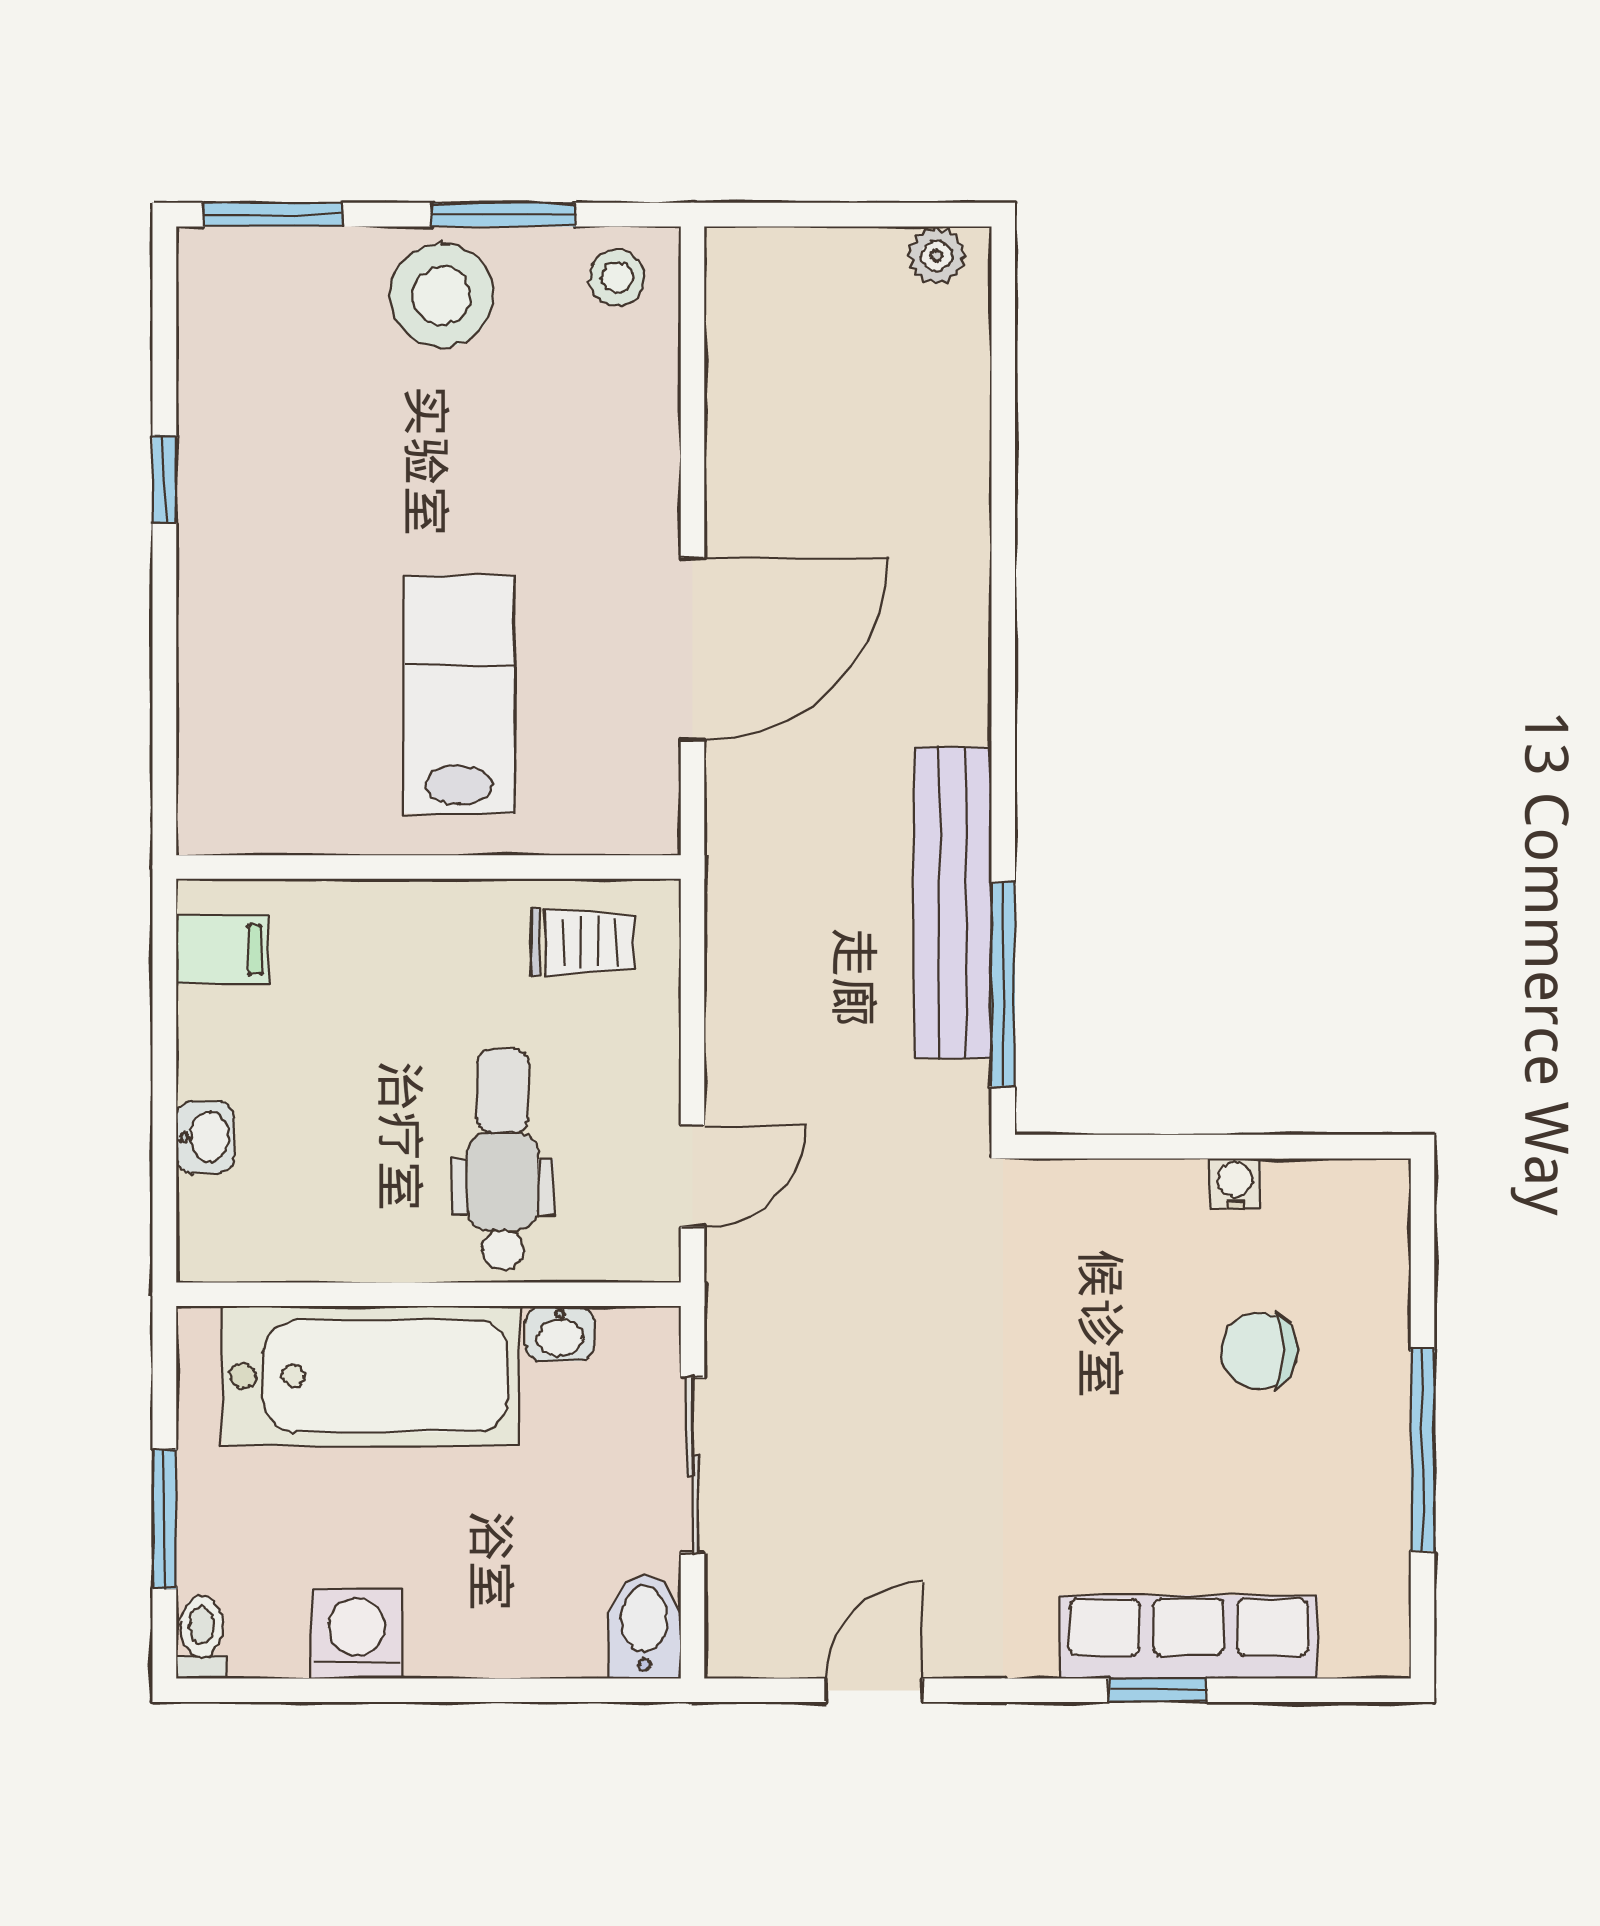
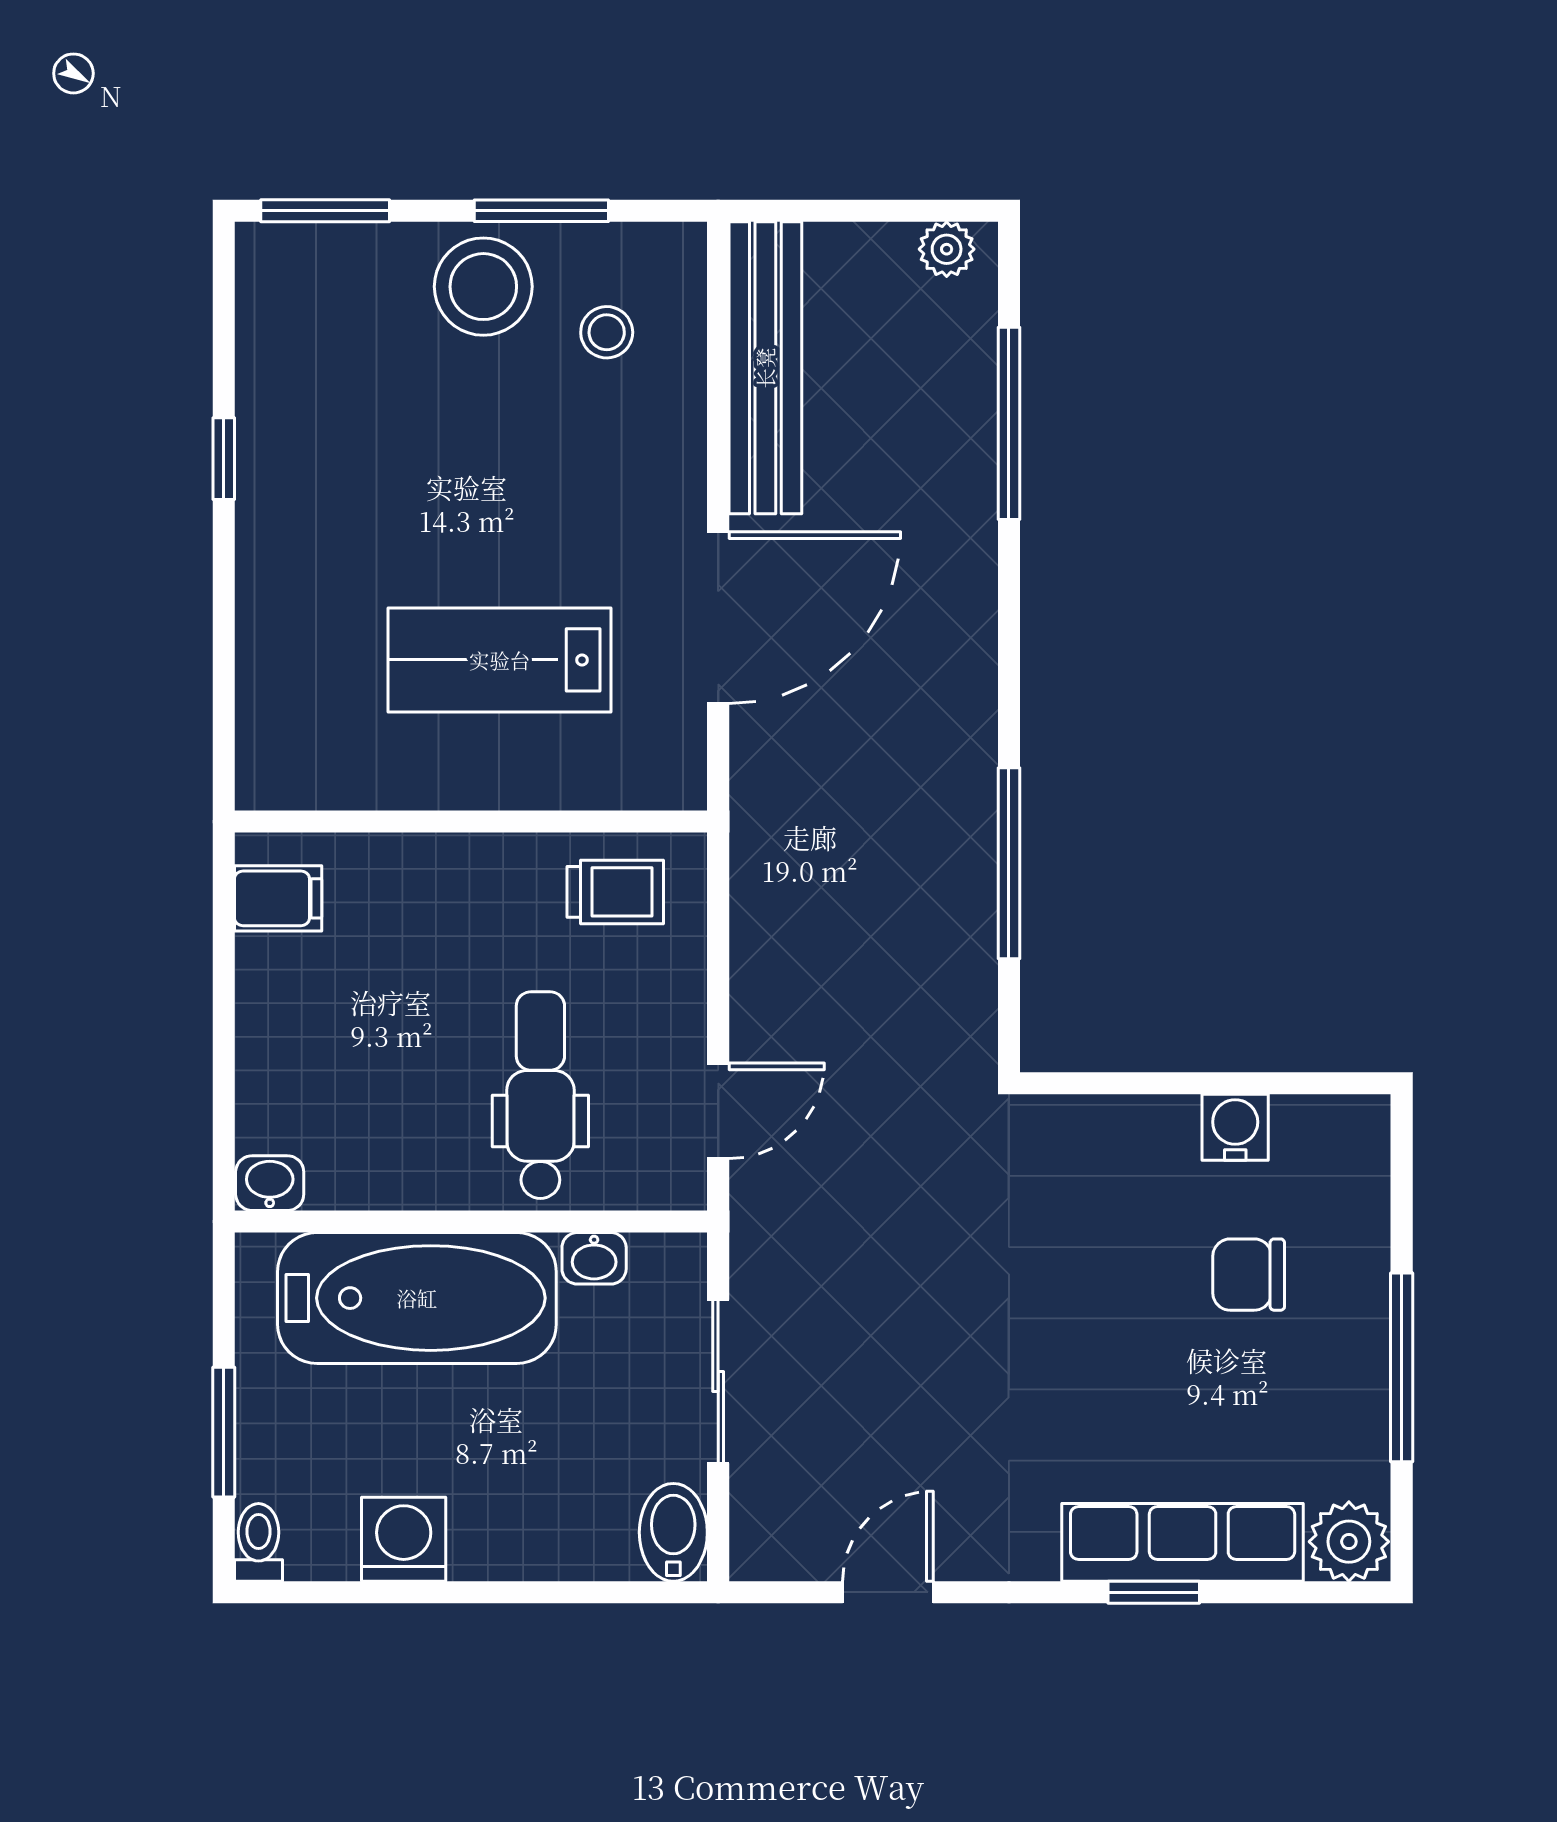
stool: (617, 278) -> (607, 332), moved
window: (1003, 442) -> (1009, 423), added
lab bench: (459, 694) -> (500, 660), turned -90
bench: (953, 903) -> (765, 368), moved
window: (1003, 984) -> (1009, 863), moved
washbasin: (205, 1137) -> (270, 1183), moved, turned -90
water cooler: (1235, 1184) -> (1235, 1127), width x1.38, depth x1.38
plant: (1366, 1636) -> (1349, 1542), added

